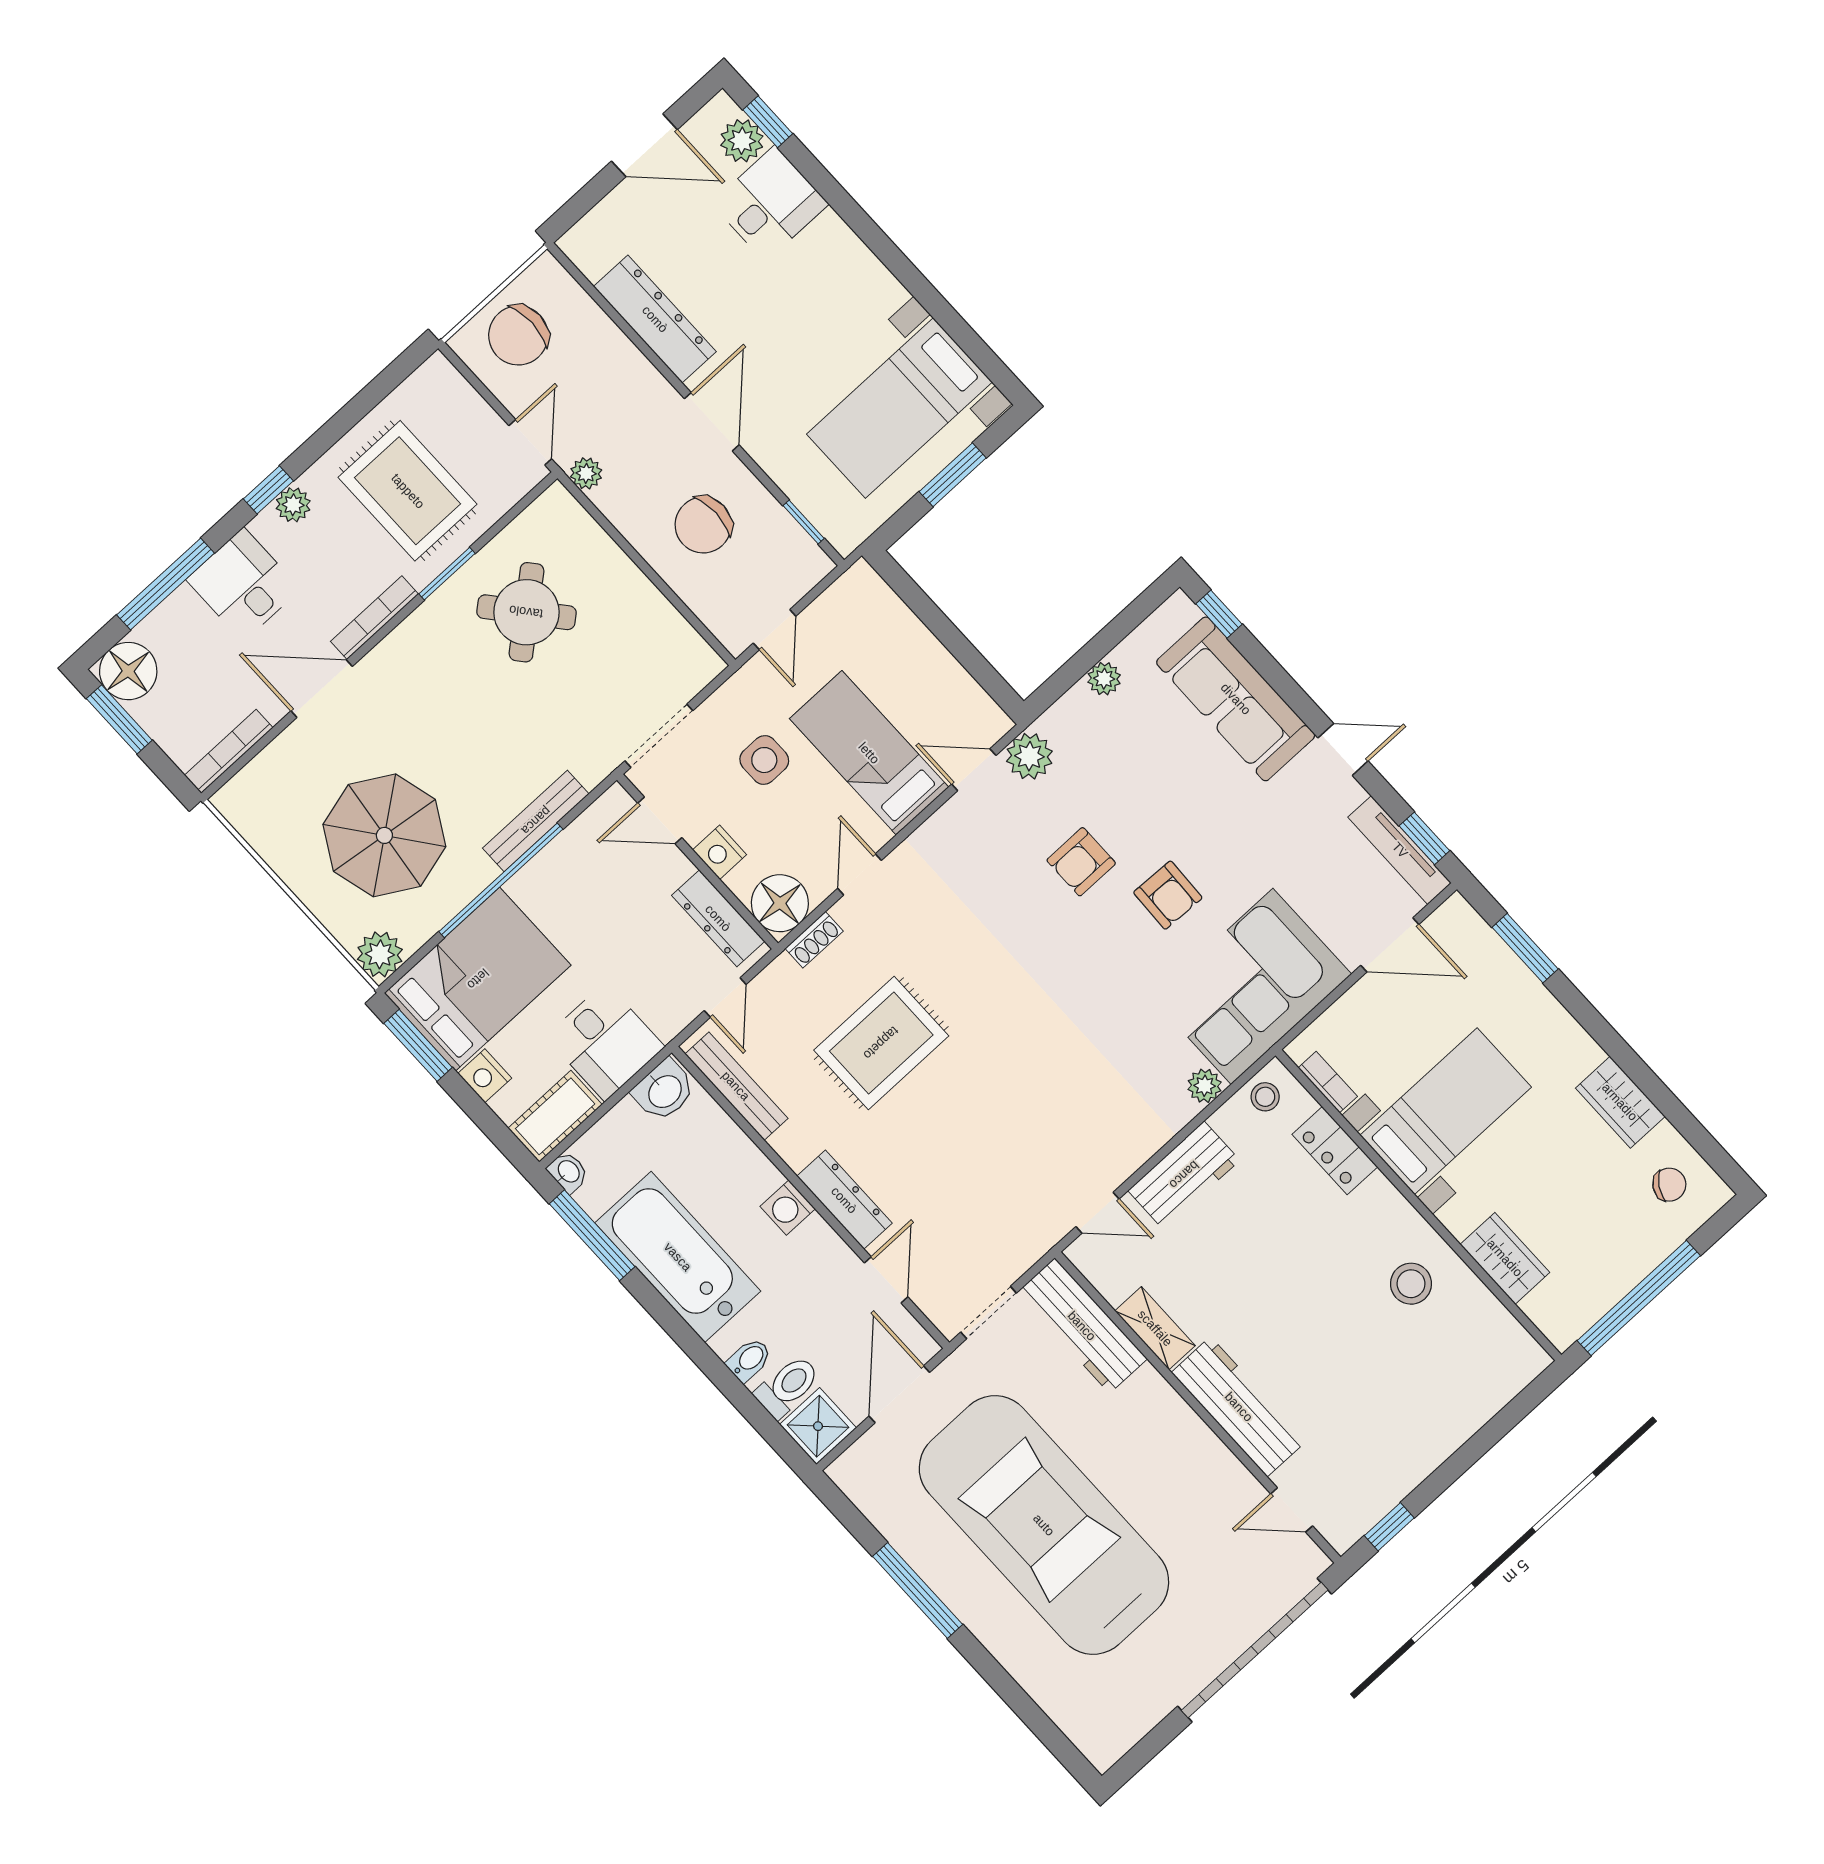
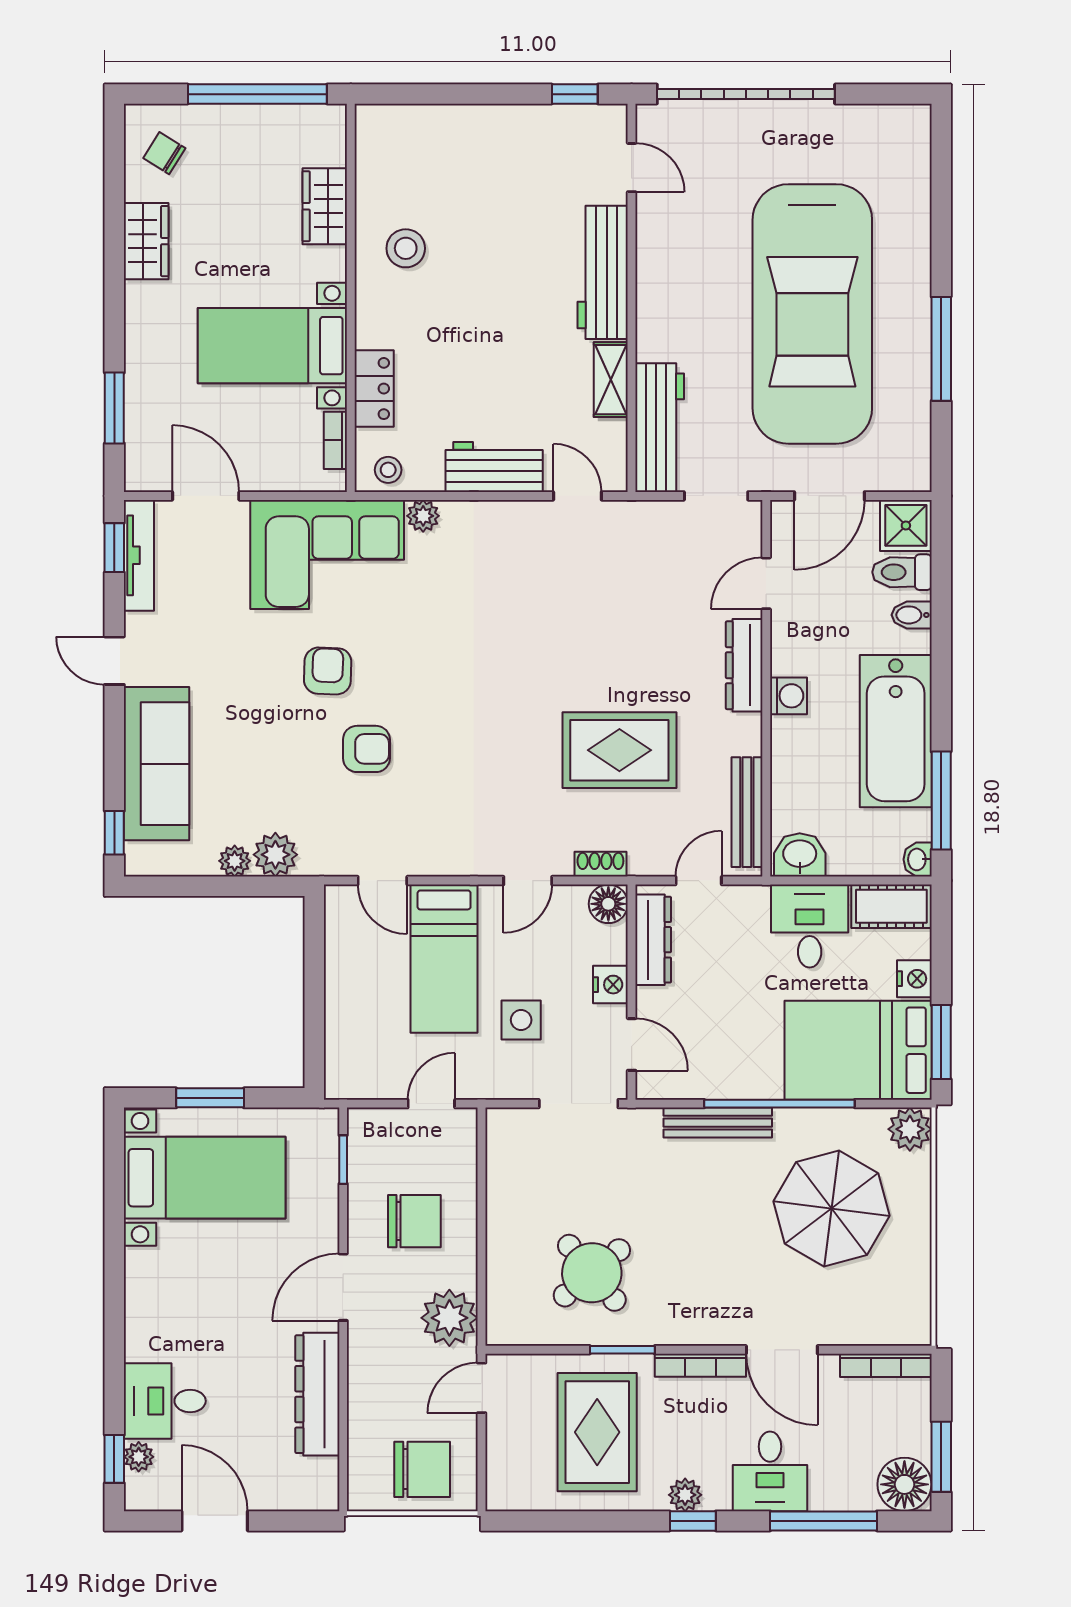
plant: (742, 141) -> (139, 1457), width x0.73, depth x0.73
plant: (586, 473) -> (449, 1318), width x1.87, depth x1.87
plant: (1029, 756) -> (275, 855), moved
floor lamp: (780, 903) -> (608, 904), width x0.73, depth x0.73

